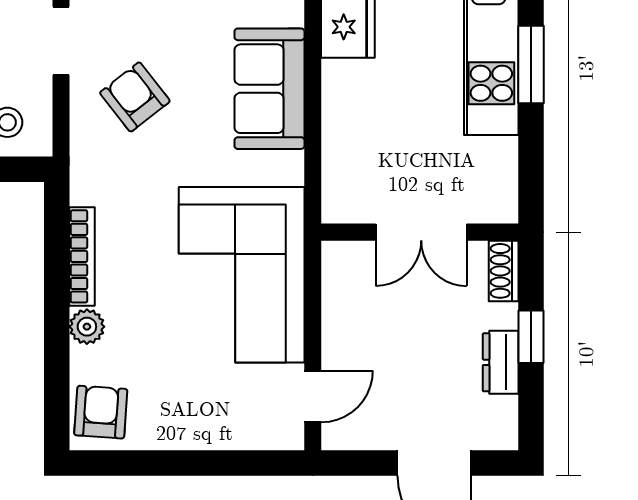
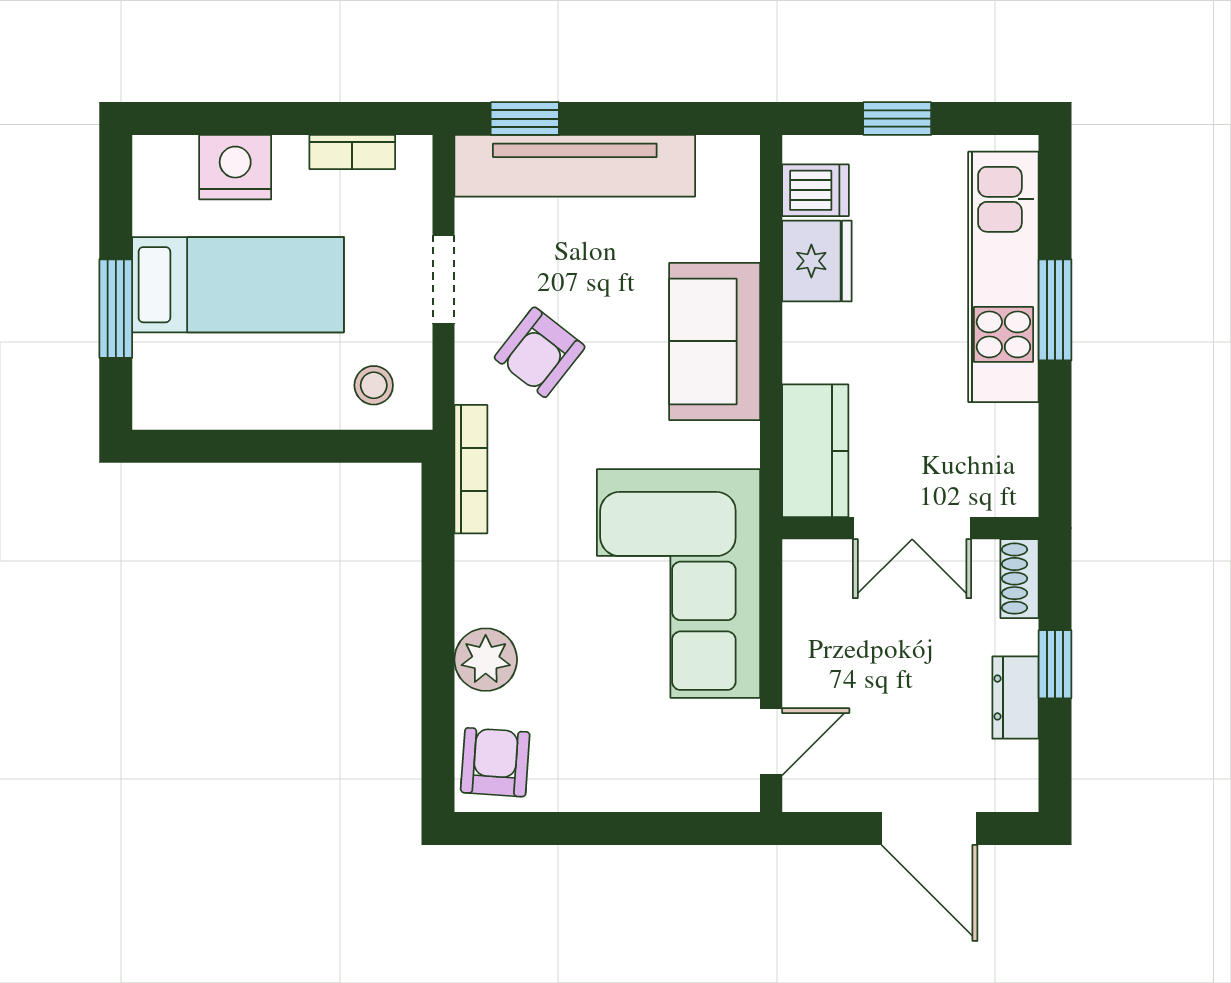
armchair: (135, 97) -> (540, 352), turned -104
kitchen counter: (347, 173) -> (815, 451), added
bookcase: (82, 256) -> (471, 469), moved
plant: (87, 327) -> (486, 660), width x1.38, depth x1.38

